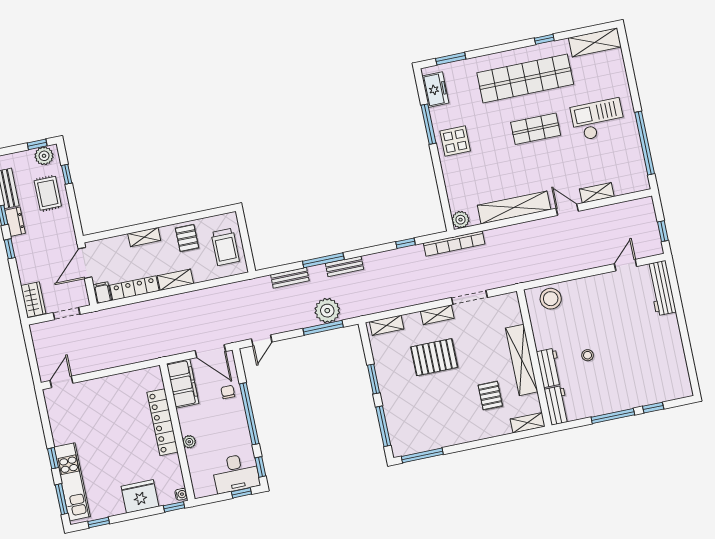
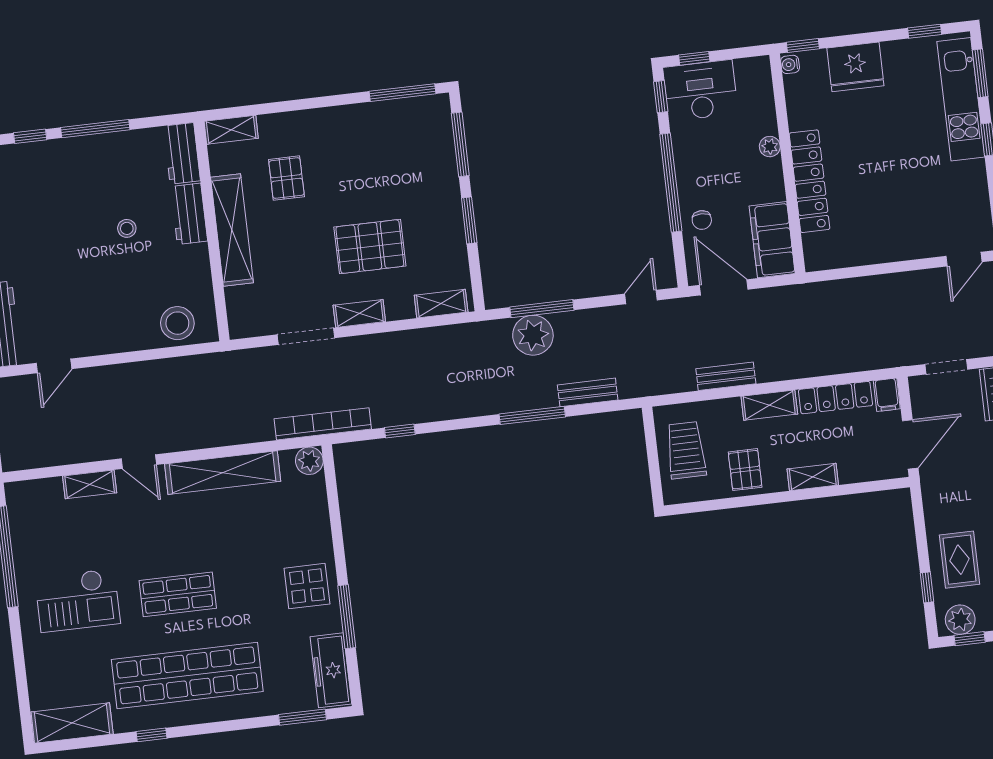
freezer: (435, 90) -> (331, 670), width x1.40
bench: (345, 266) -> (726, 376), moved

